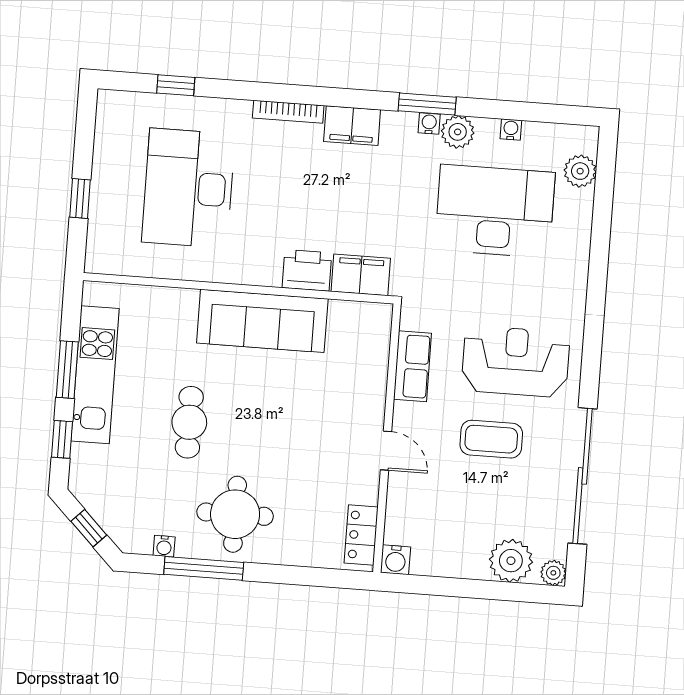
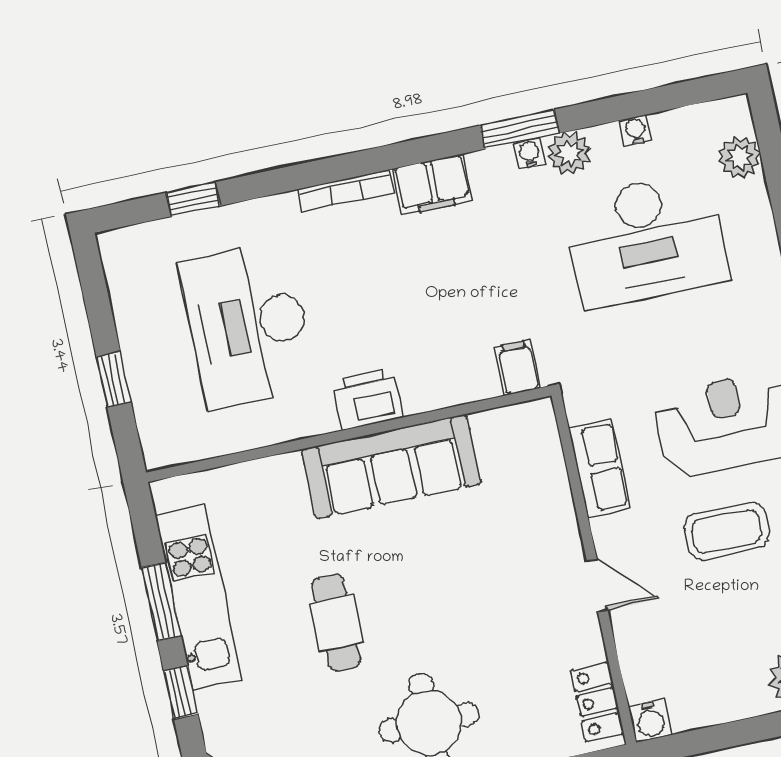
desk: (495, 211) -> (646, 240), turned 180
printer: (307, 270) -> (367, 399), moved
filing cabinet: (361, 275) -> (518, 367), width x0.50

